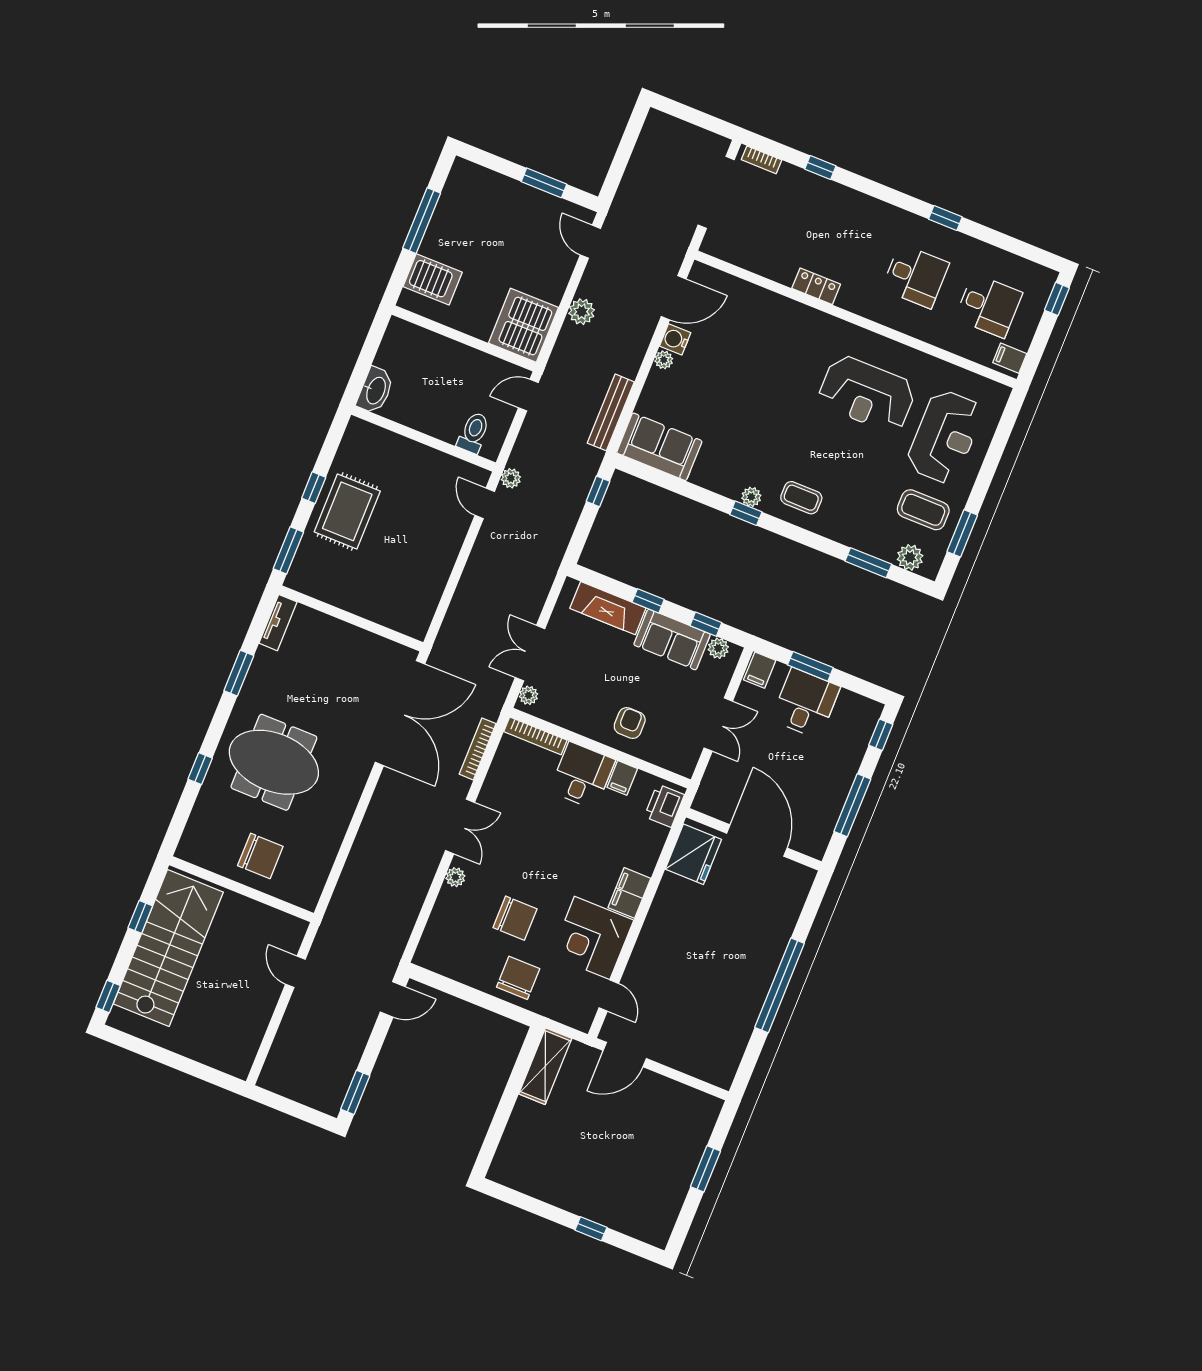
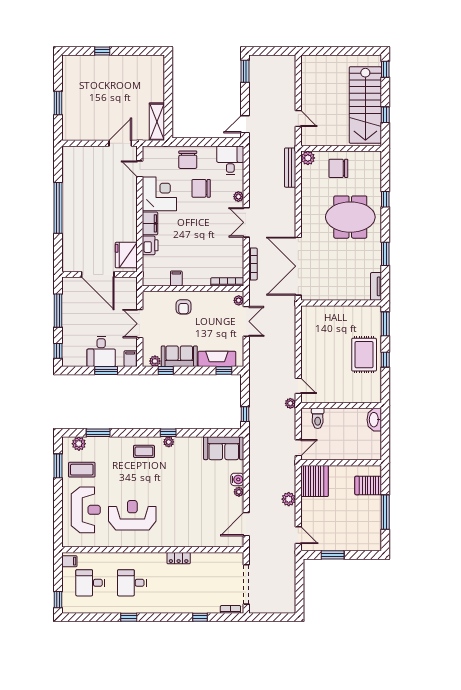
water cooler: (675, 339) -> (237, 479), moved
bench: (611, 412) -> (290, 168), moved
reception desk: (945, 437) -> (86, 510), turned 180
window: (648, 601) -> (224, 370), moved
desk: (582, 776) -> (230, 160), moved, turned 180
printer: (664, 806) -> (150, 245), moved
plant: (307, 896) -> (308, 158), added

